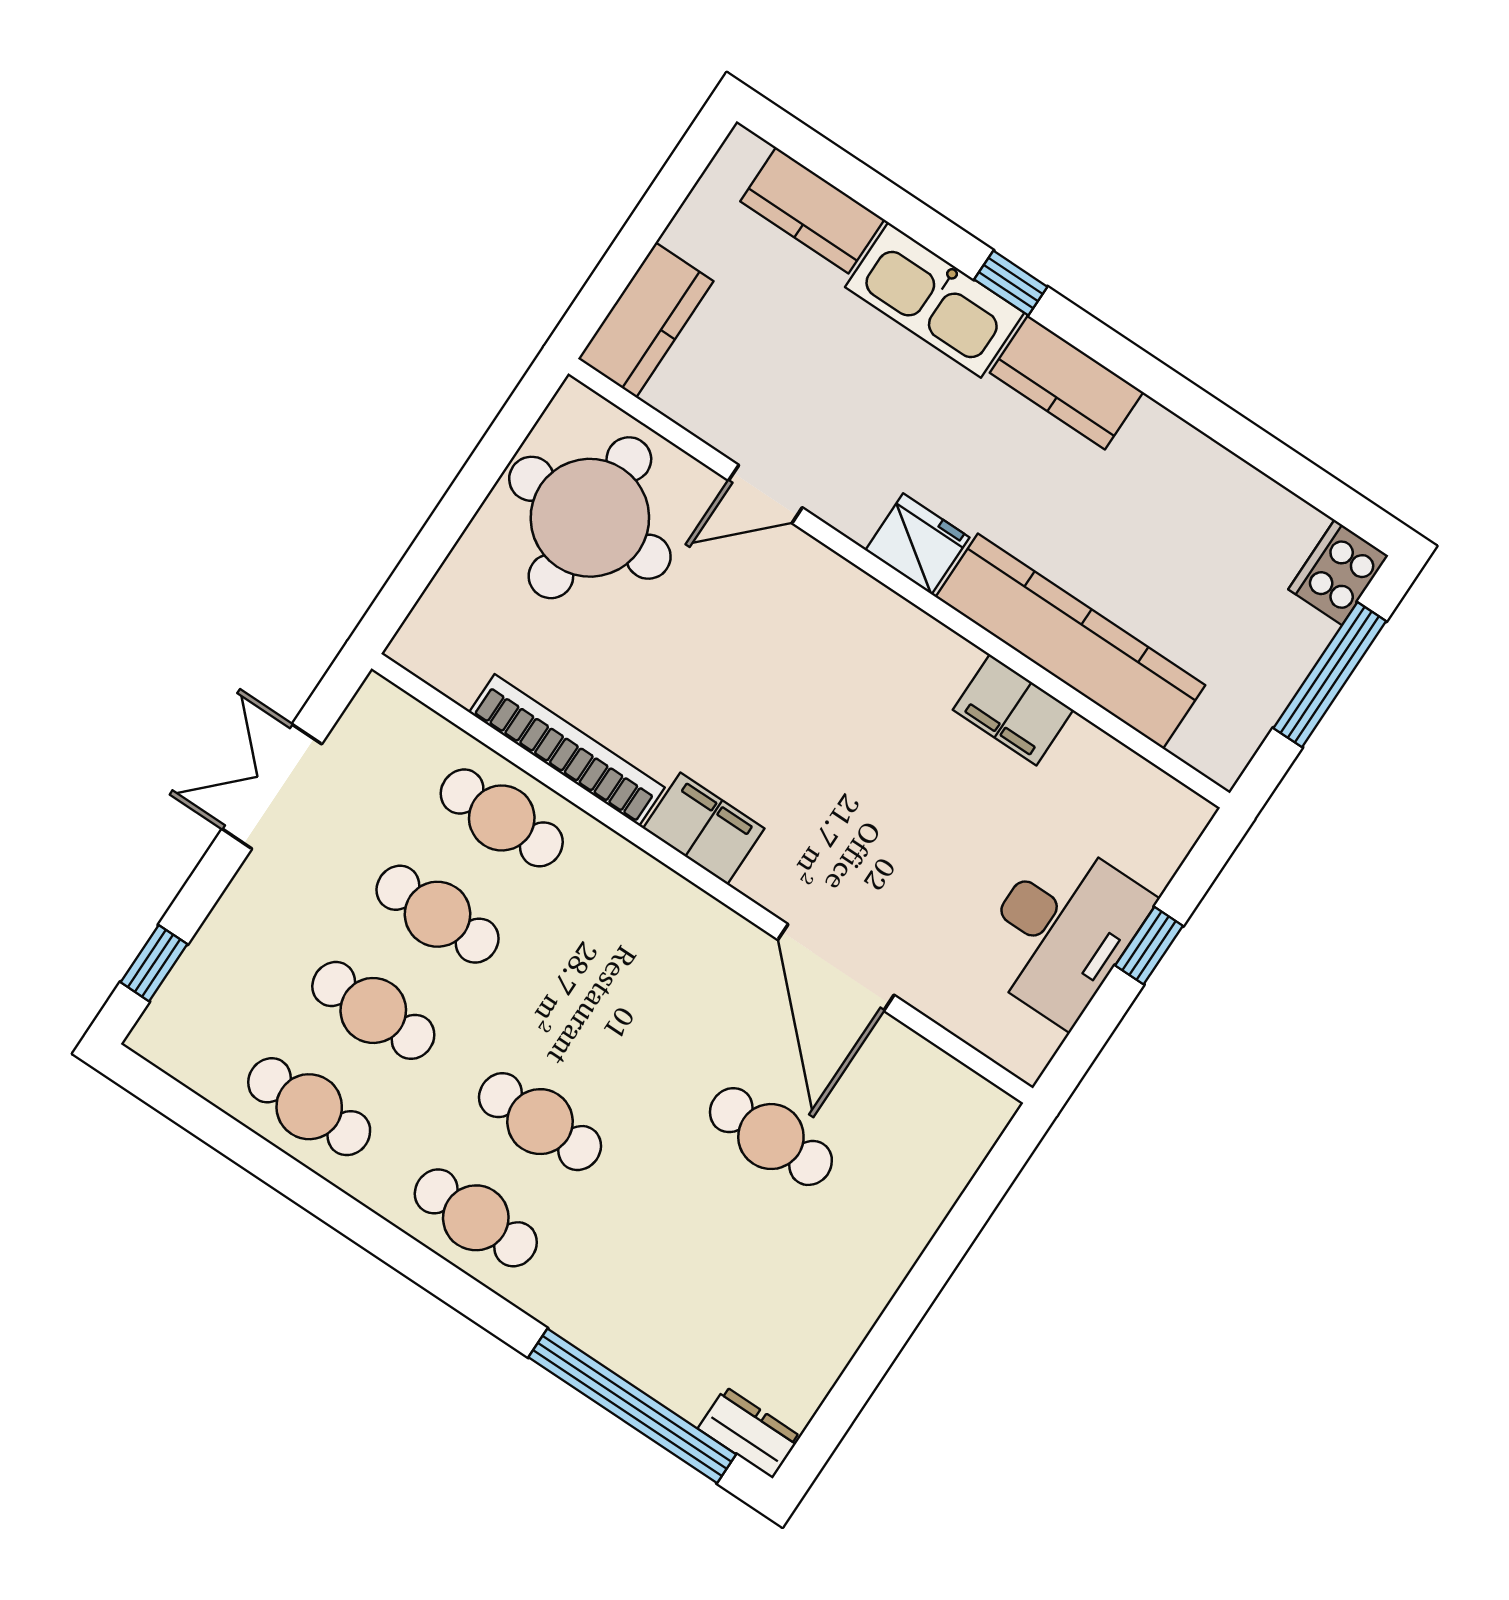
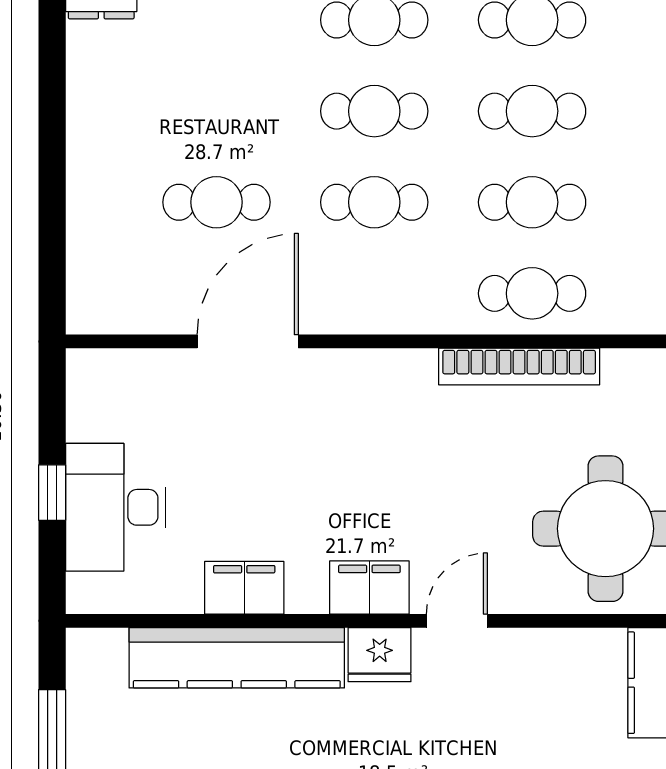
door: (765, 494) -> (457, 621), moved
filing cabinet: (704, 828) -> (369, 587), moved, turned 180
desk: (1062, 930) -> (116, 507), moved
door: (836, 967) -> (248, 341), hinge flipped
cafe table: (604, 1025) -> (374, 202), added

